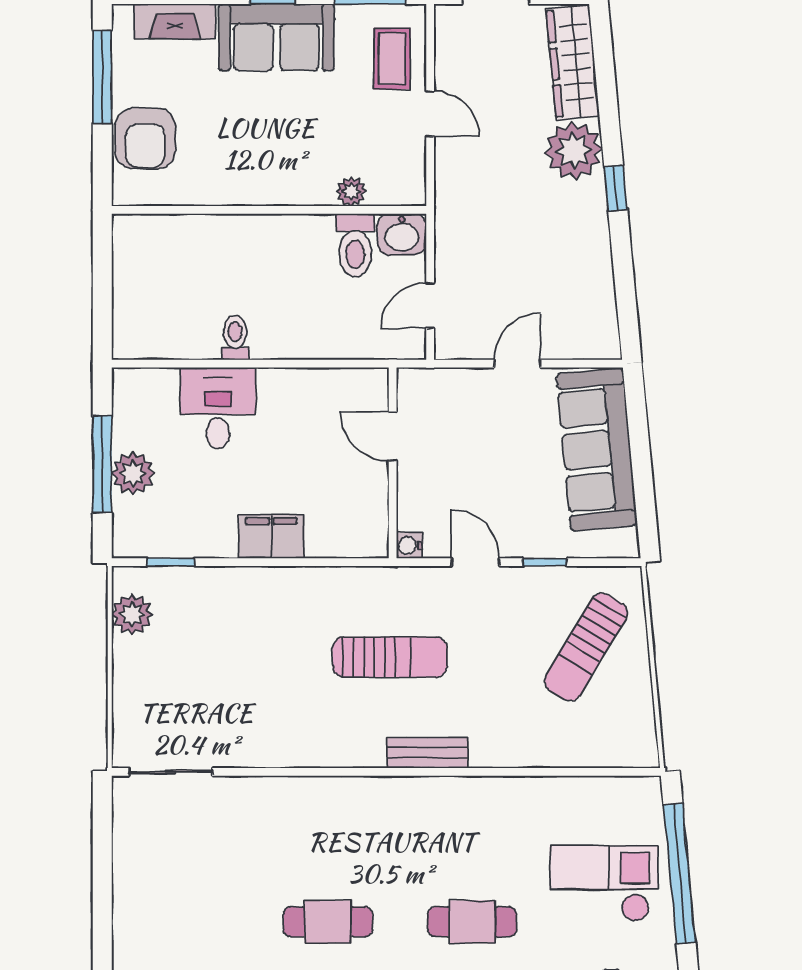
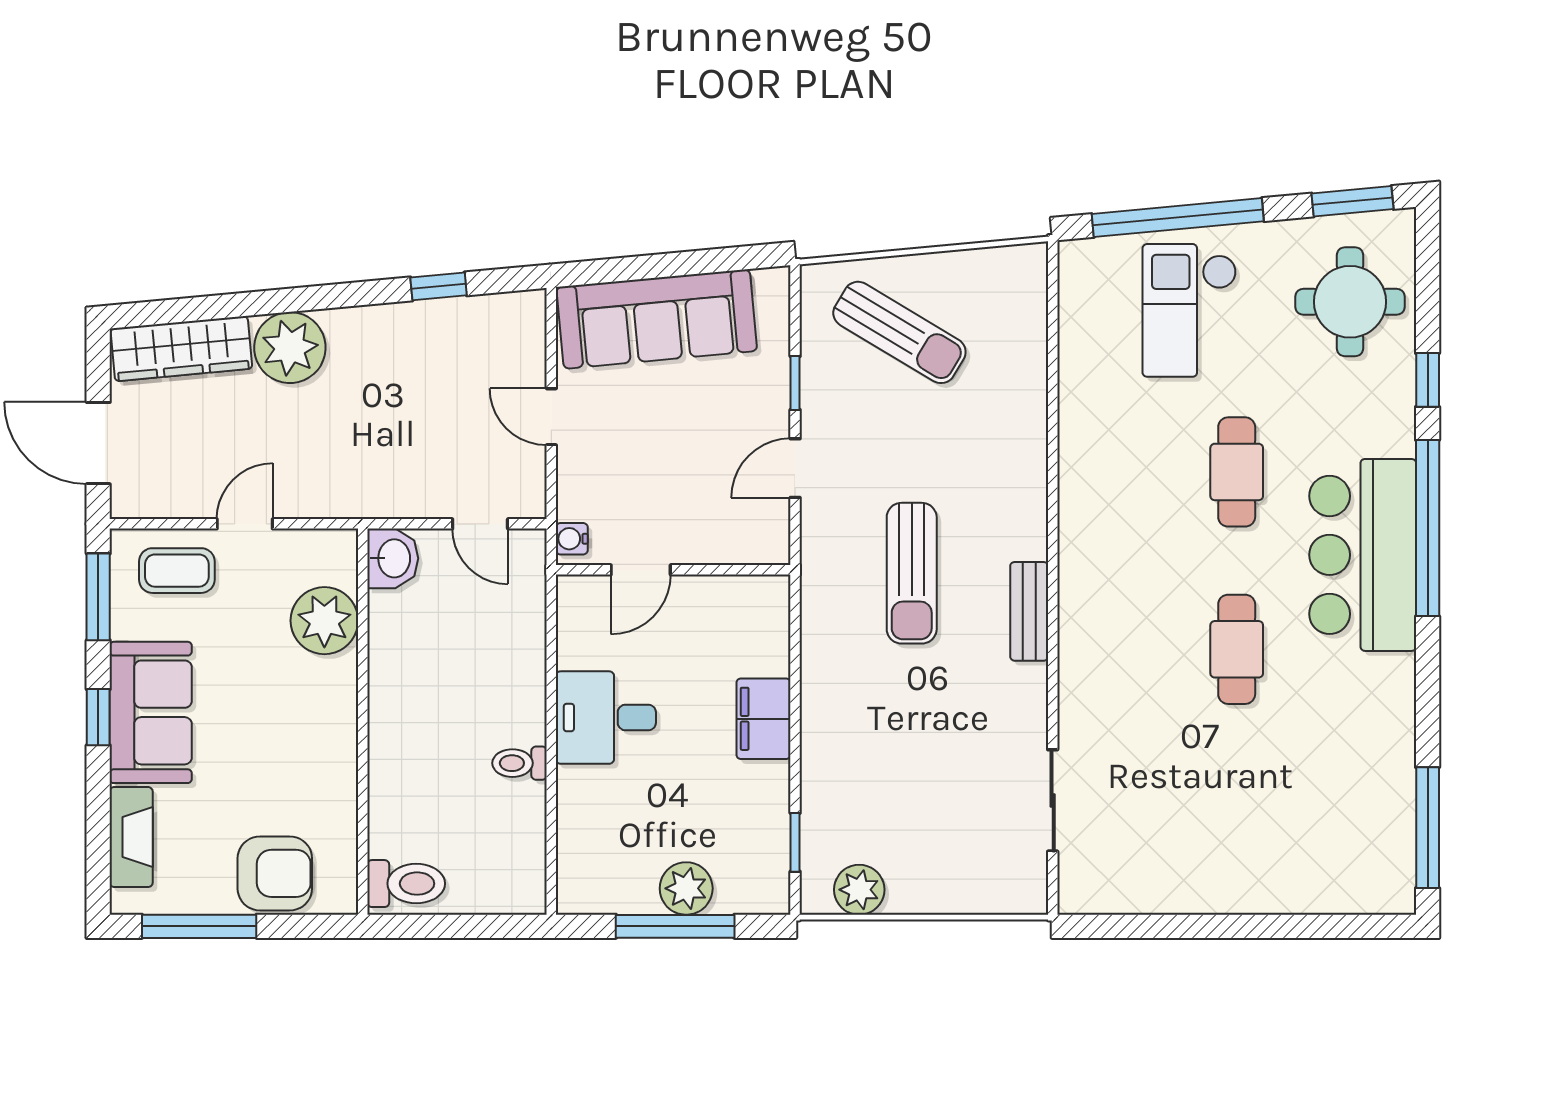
window: (616, 188) -> (439, 286), moved
plant: (351, 192) -> (324, 621), width x1.87, depth x1.87
toilet: (355, 245) -> (406, 884), moved
desk: (218, 408) -> (606, 718), moved
water cooler: (409, 545) -> (572, 539), moved, turned 90
sun lounger: (390, 657) -> (912, 573), turned 180
bench: (428, 753) -> (1029, 611), moved
sliding door: (171, 772) -> (1053, 800), moved

